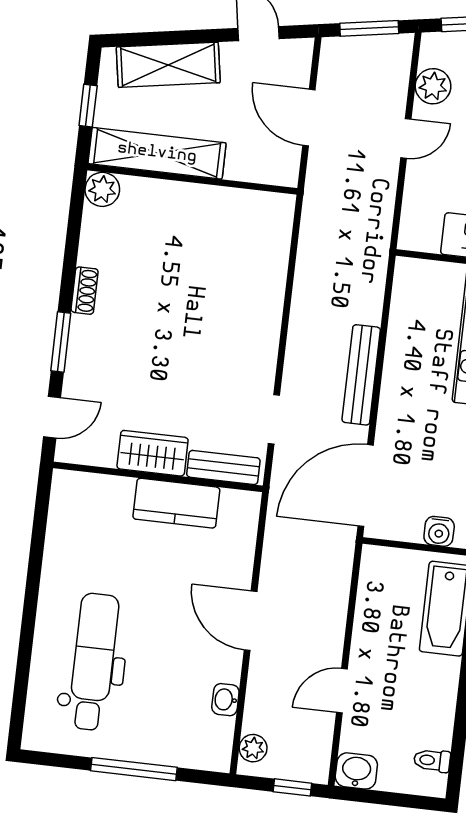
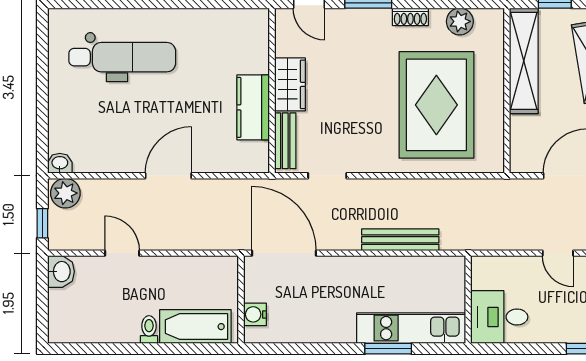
plant: (102, 189) -> (460, 21), moved
rug: (200, 271) -> (436, 105), added
bench: (361, 375) -> (400, 240), moved
washbasin: (225, 700) -> (60, 163), moved
plant: (253, 748) -> (65, 193), width x1.38, depth x1.38
toilet: (432, 760) -> (149, 330), moved
window: (134, 769) -> (42, 98), removed

